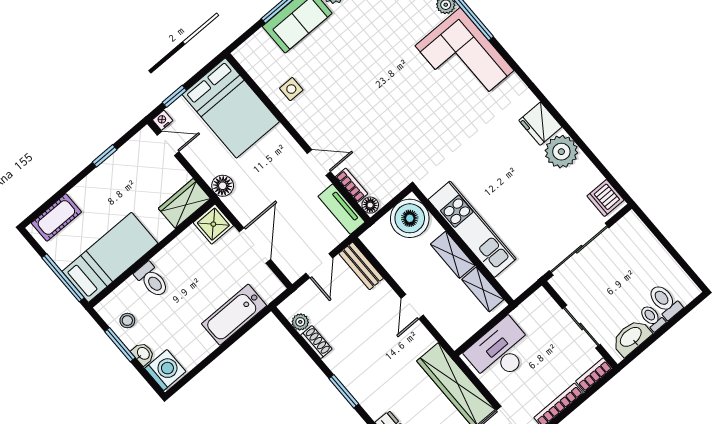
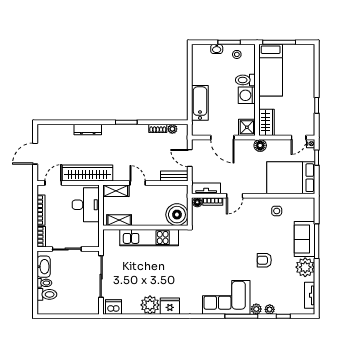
armchair: (371, 49) -> (264, 260), added
cot: (56, 217) -> (308, 62), removed
shelving: (453, 255) -> (116, 191), moved
washing machine: (165, 370) -> (247, 95), moved, turned 90

